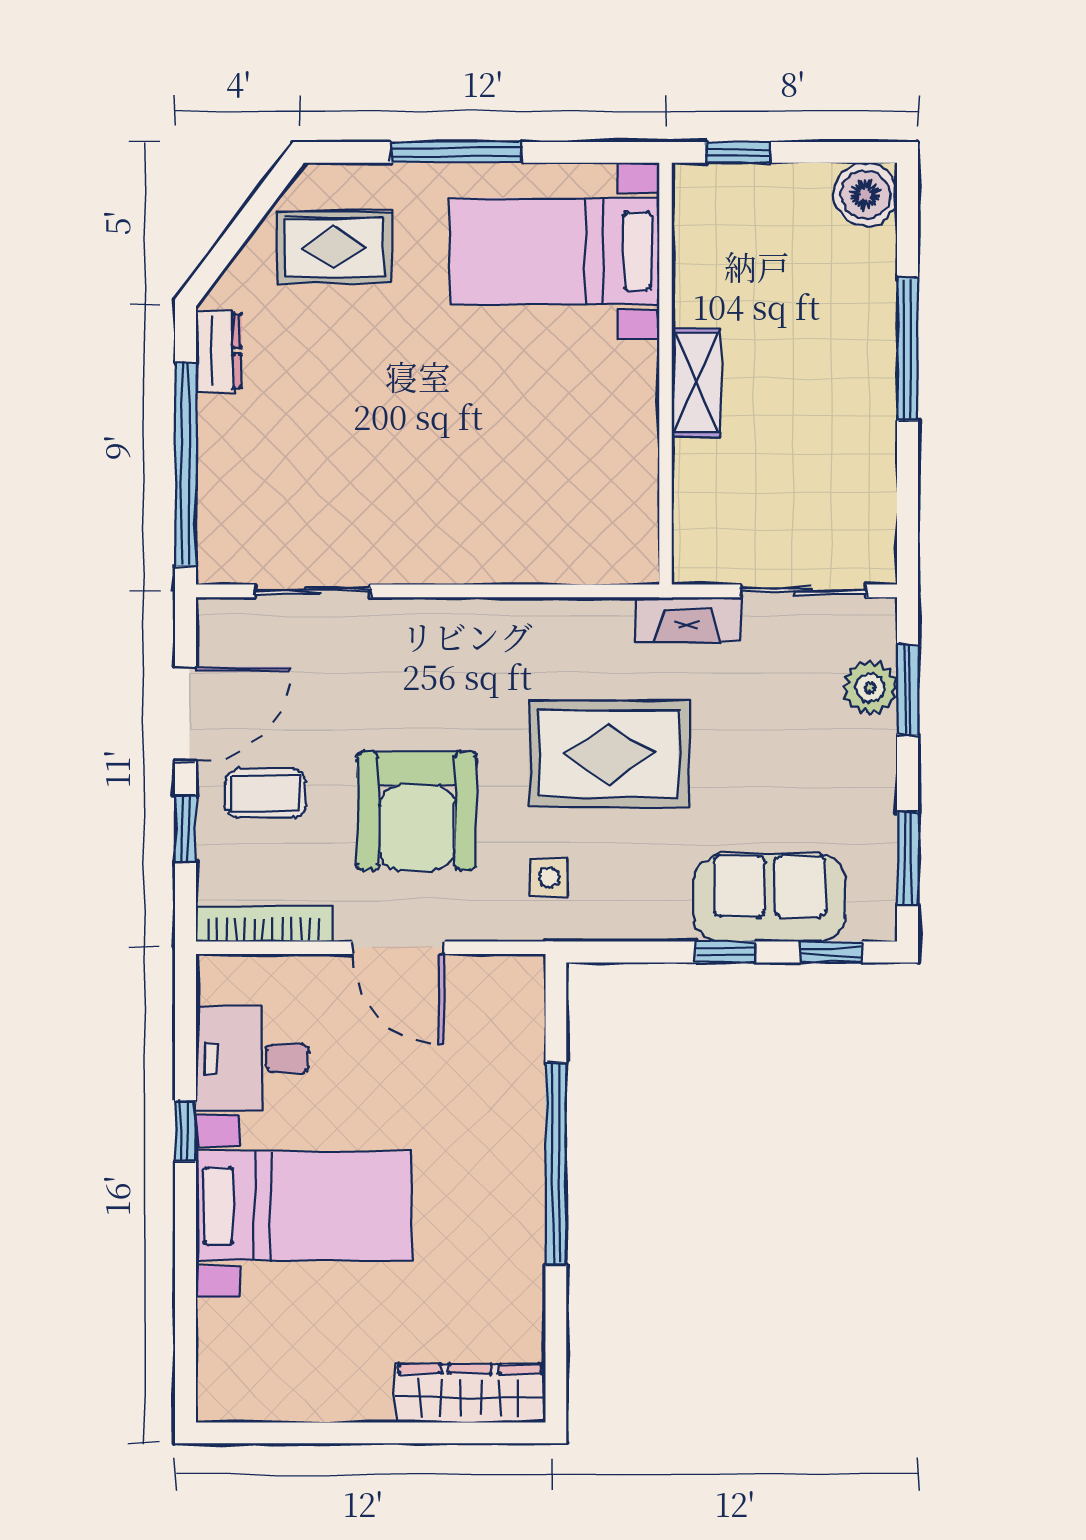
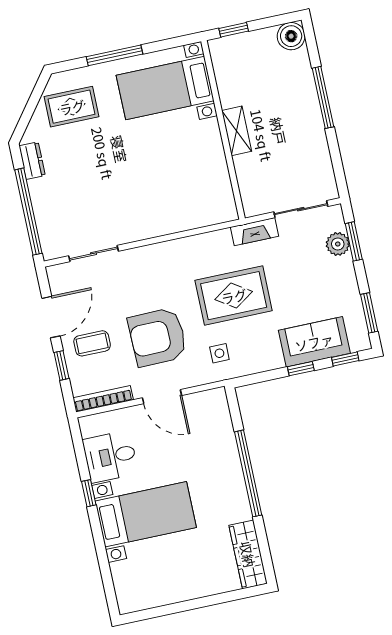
armchair: (417, 811) -> (158, 337), turned 89
wardrobe: (470, 1393) -> (248, 554), moved, turned -90

